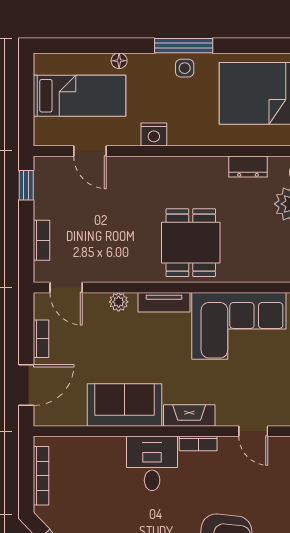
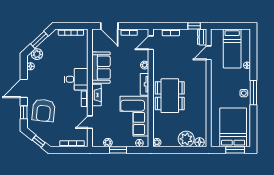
nightstand: (154, 135) -> (216, 80), removed
dresser: (248, 167) -> (202, 37), moved
dining table: (191, 243) -> (170, 96), width x1.38

